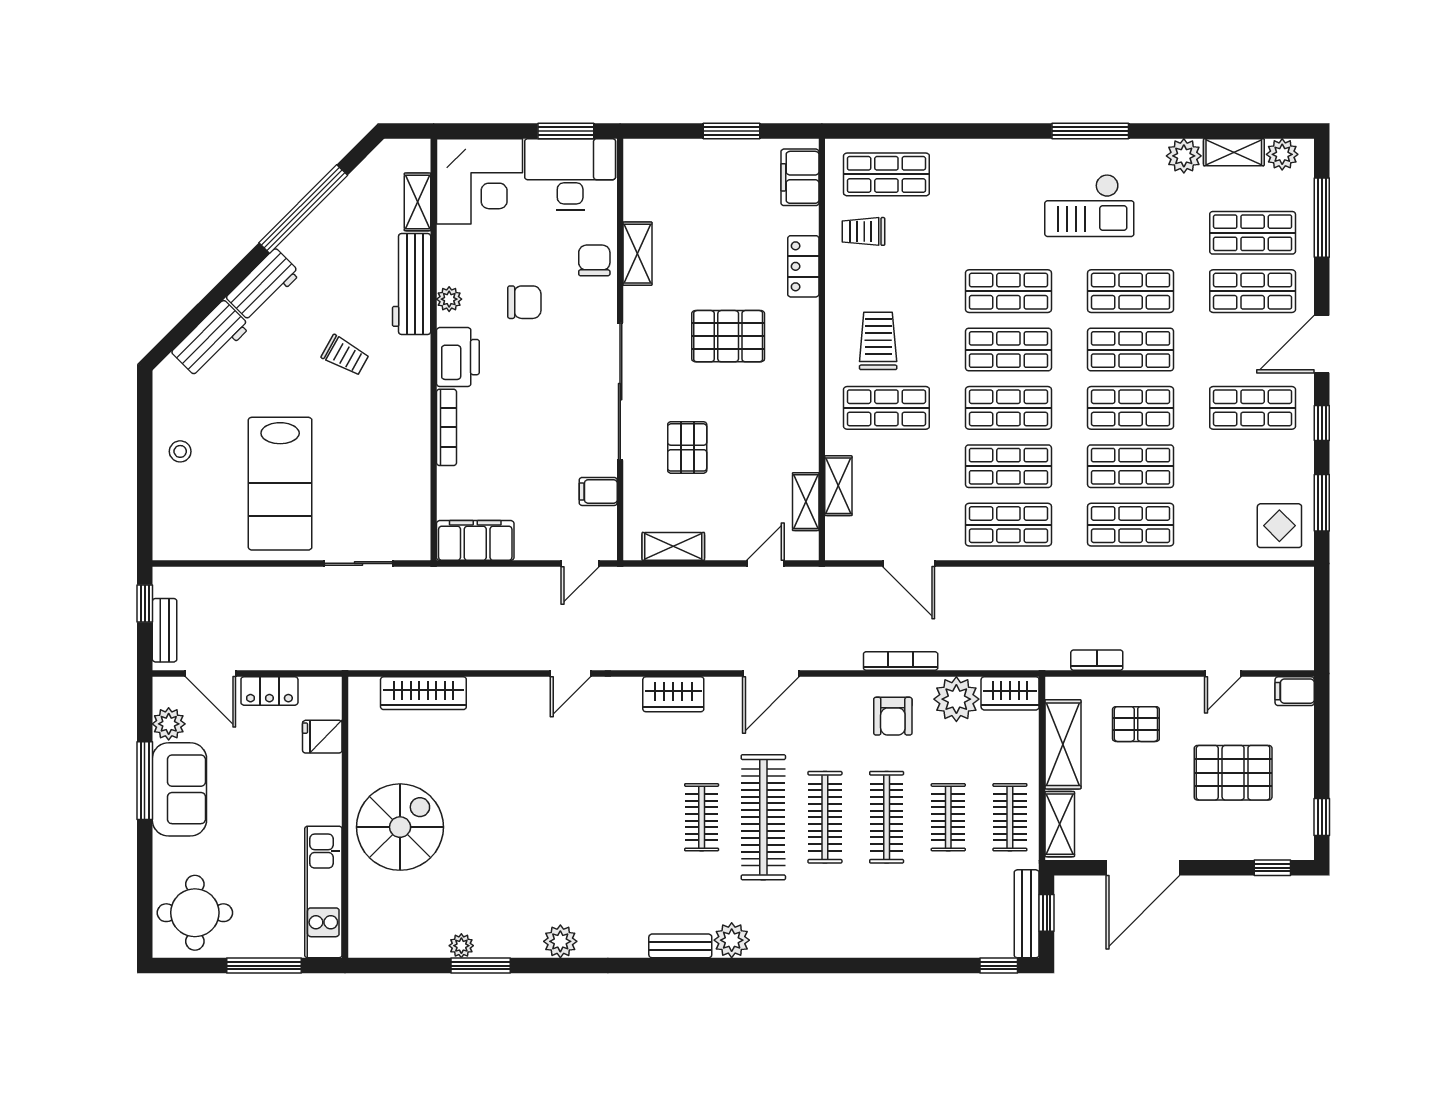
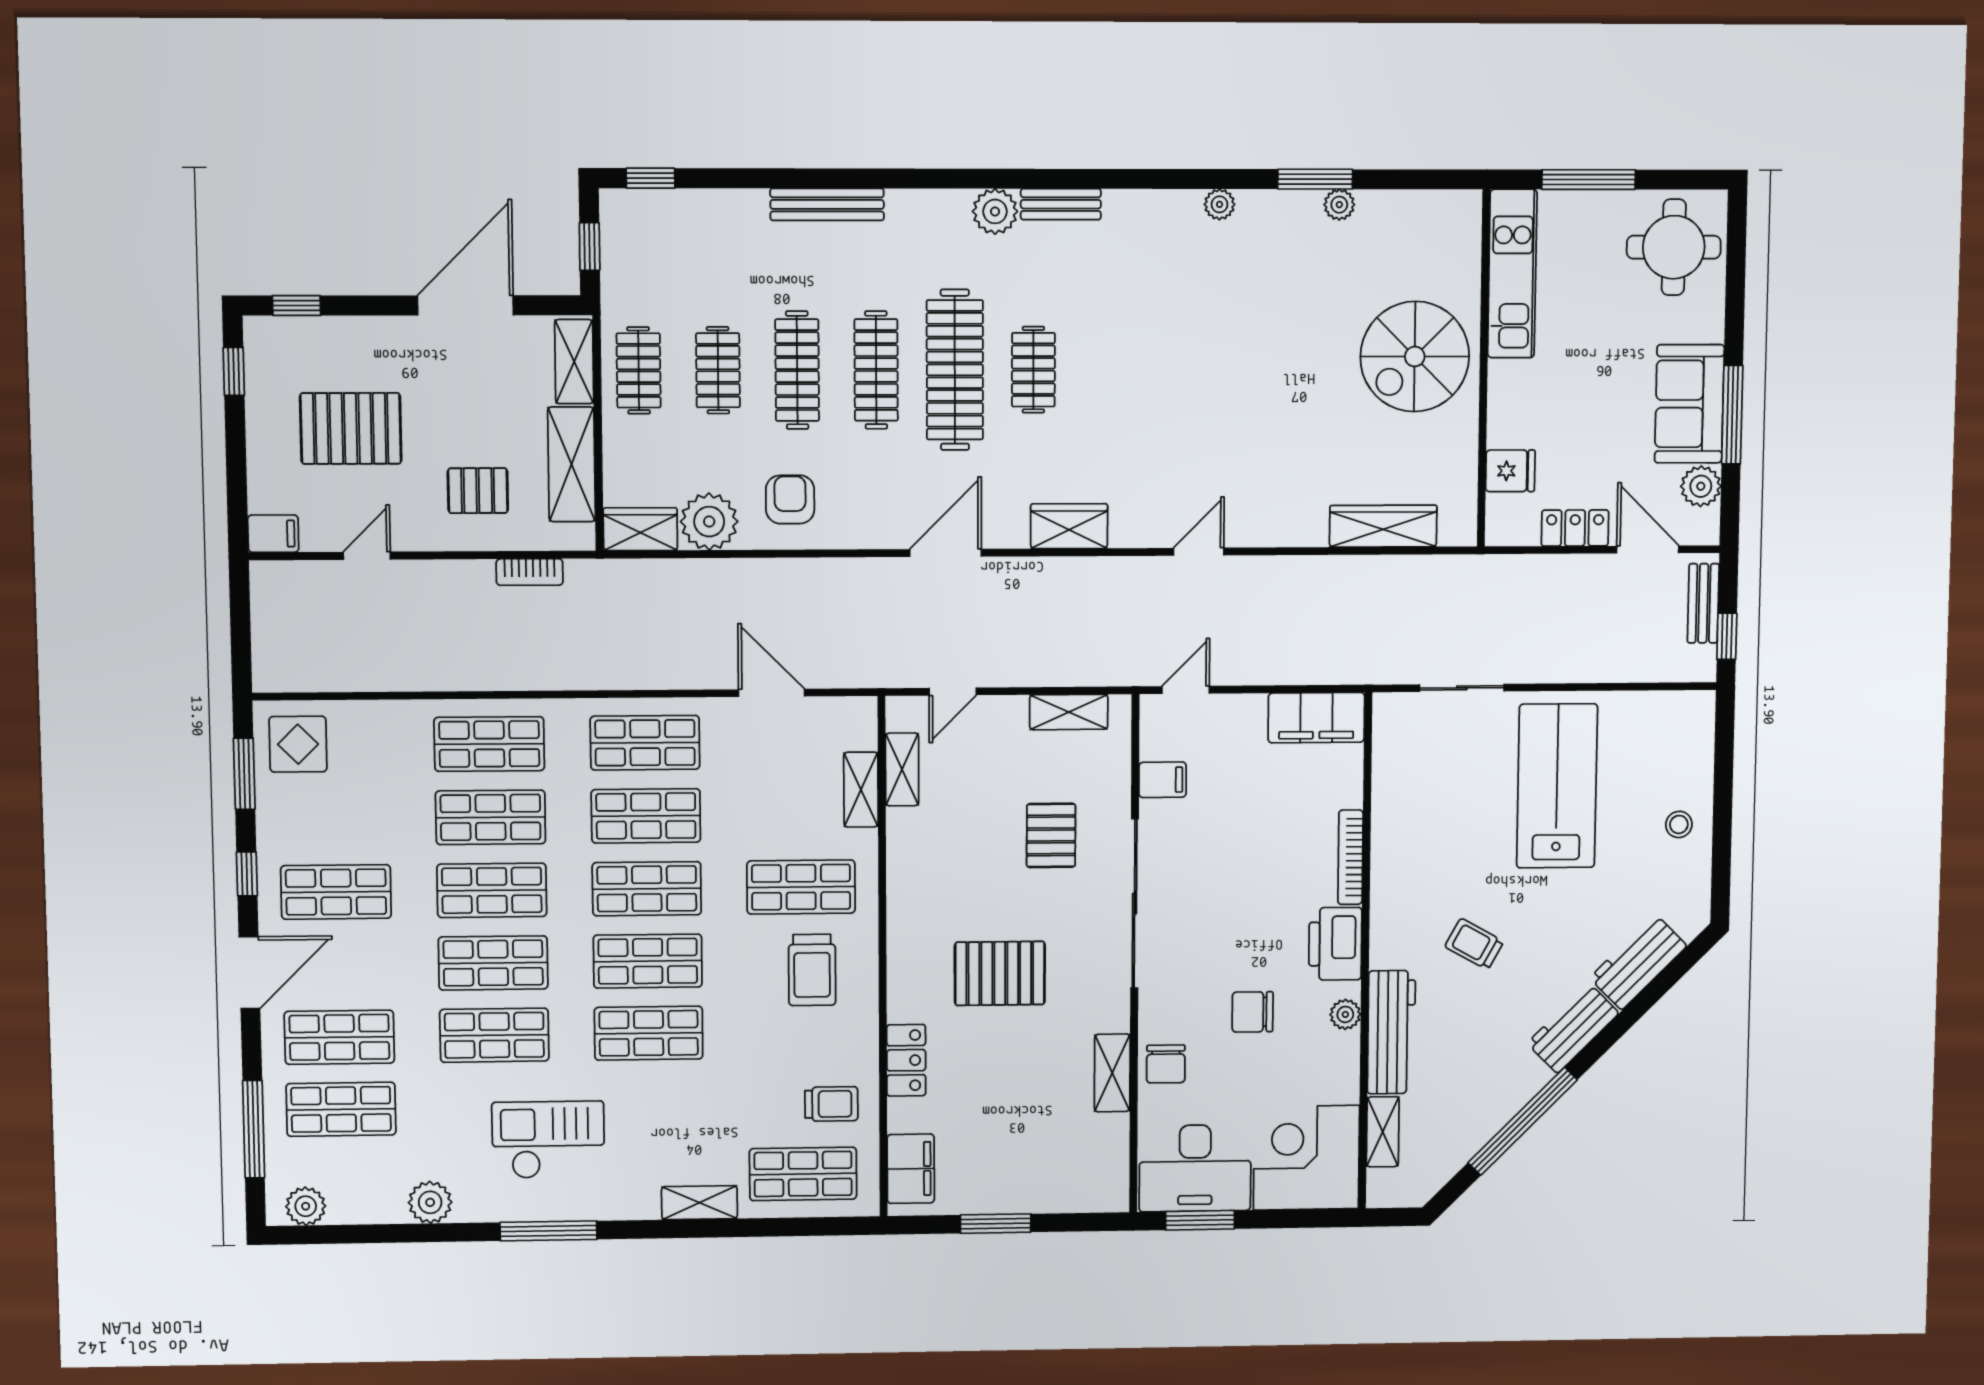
shelving: (1234, 152) -> (699, 1203), moved
bookcase: (901, 661) -> (781, 570), removed
bench: (1027, 914) -> (827, 204), moved, turned 90
plant: (560, 941) -> (1220, 204), width x0.73, depth x0.73

